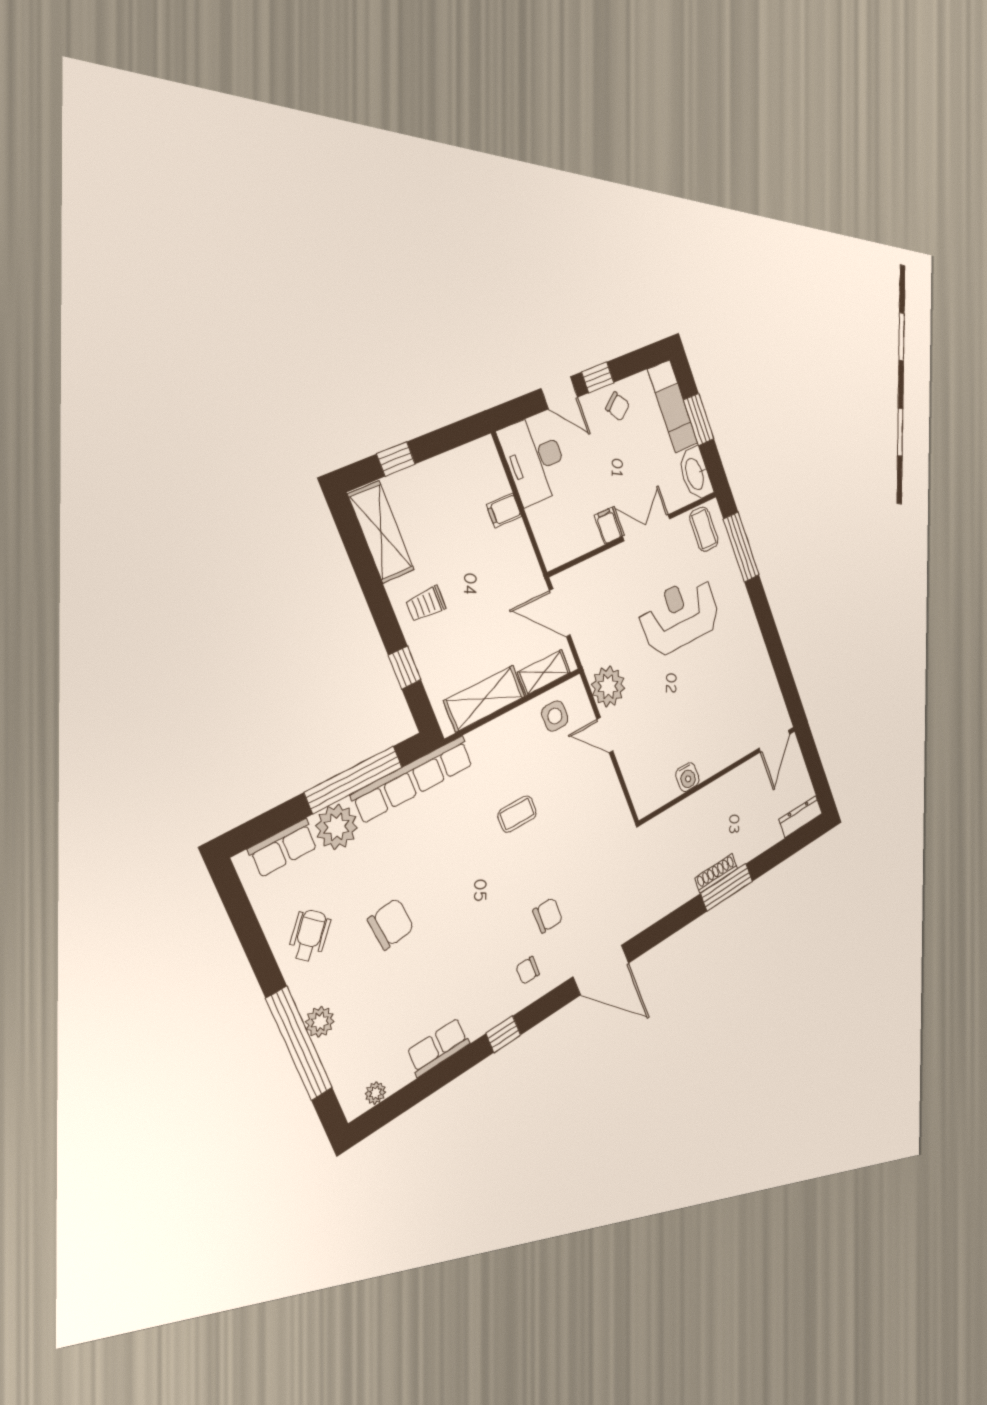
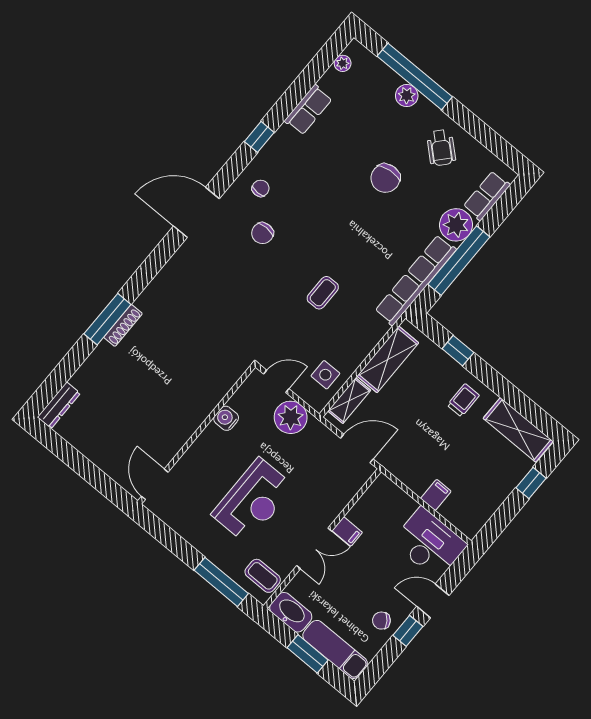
door: (774, 741) -> (155, 484), moved
wall: (719, 774) -> (197, 434), moved
water cooler: (687, 777) -> (226, 418), moved

